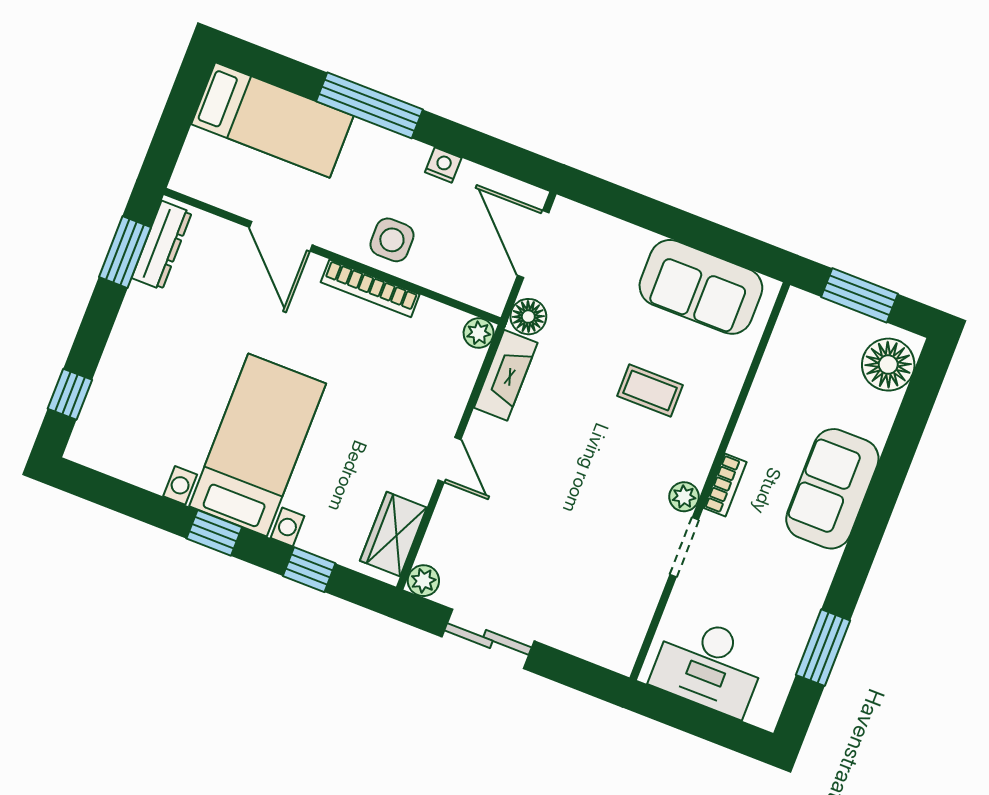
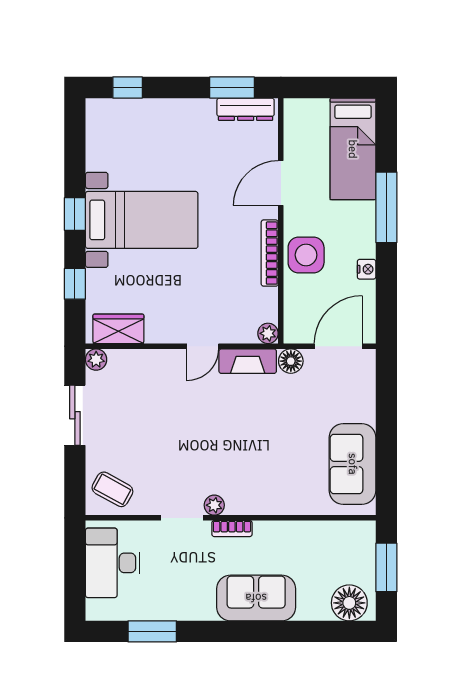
side table: (392, 240) -> (306, 255), width x1.37, depth x1.37
coffee table: (650, 390) -> (112, 489), moved, turned -61
door: (450, 460) -> (203, 346), moved

